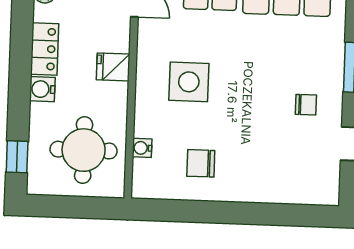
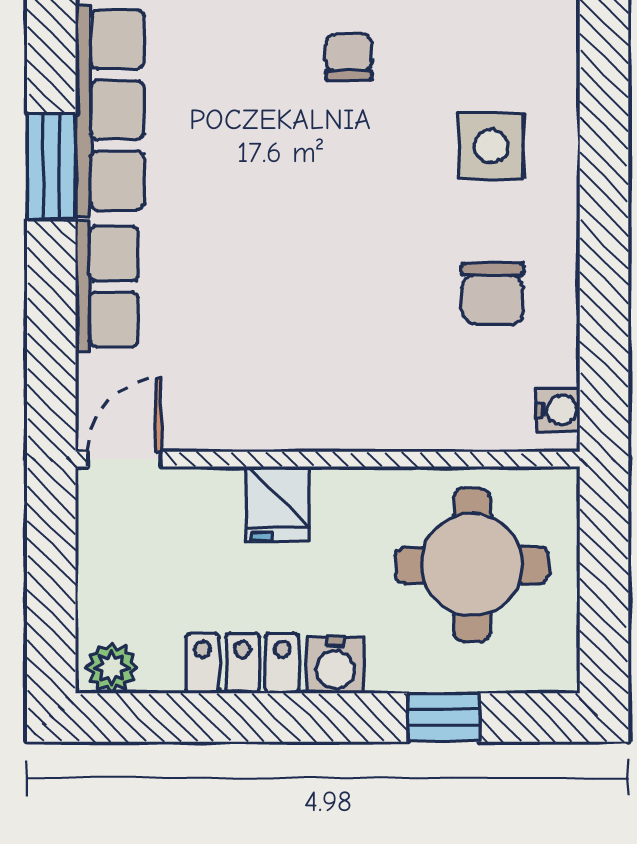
side table: (189, 82) -> (491, 146), moved, width x0.73, depth x0.73
water cooler: (142, 148) -> (558, 410), moved, turned -90
window: (17, 157) -> (444, 717), moved

